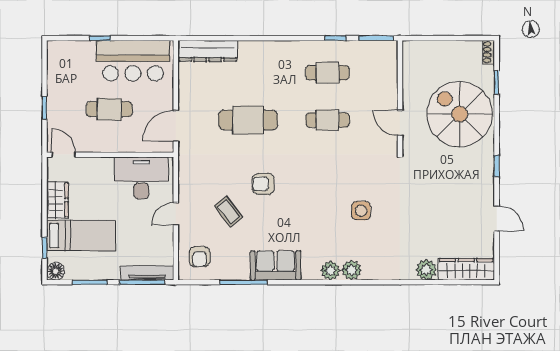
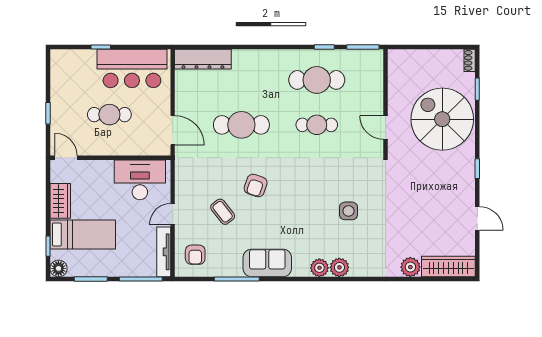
cafe table: (328, 73) -> (317, 80), width x1.37, depth x1.35
door: (176, 126) -> (173, 130), swing flipped
armchair: (263, 184) -> (256, 186), turned -71
tv unit: (147, 273) -> (164, 252), moved, turned -90

